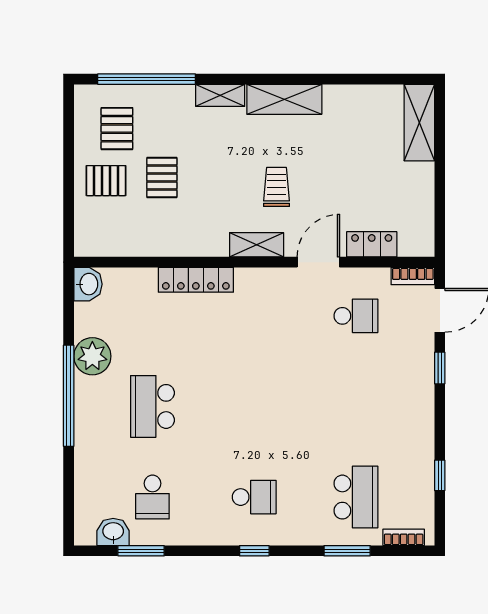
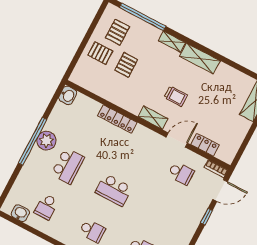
trolley: (276, 187) -> (176, 96), turned 90
plant: (92, 356) -> (46, 141), moved
school desk: (152, 406) -> (68, 166), turned 180
school desk: (254, 406) -> (114, 190), added
window: (141, 551) -> (28, 228), removed

